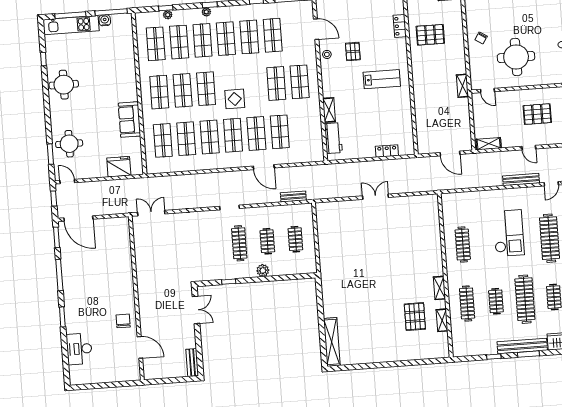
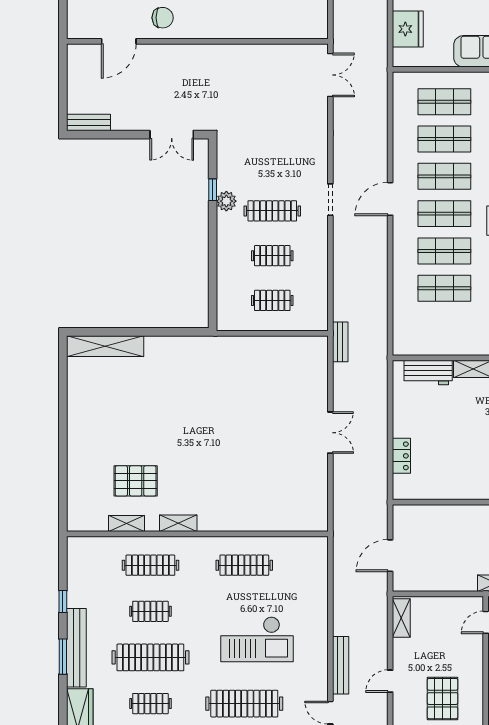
door: (264, 167) -> (390, 199), moved
bench: (293, 196) -> (340, 342), moved
plant: (263, 270) -> (226, 201), moved

